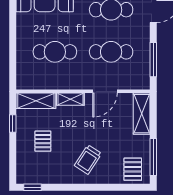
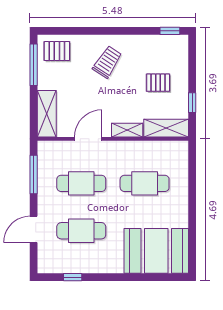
pallet: (43, 141) -> (158, 83), turned 90
pallet: (133, 169) -> (57, 51), turned 90

